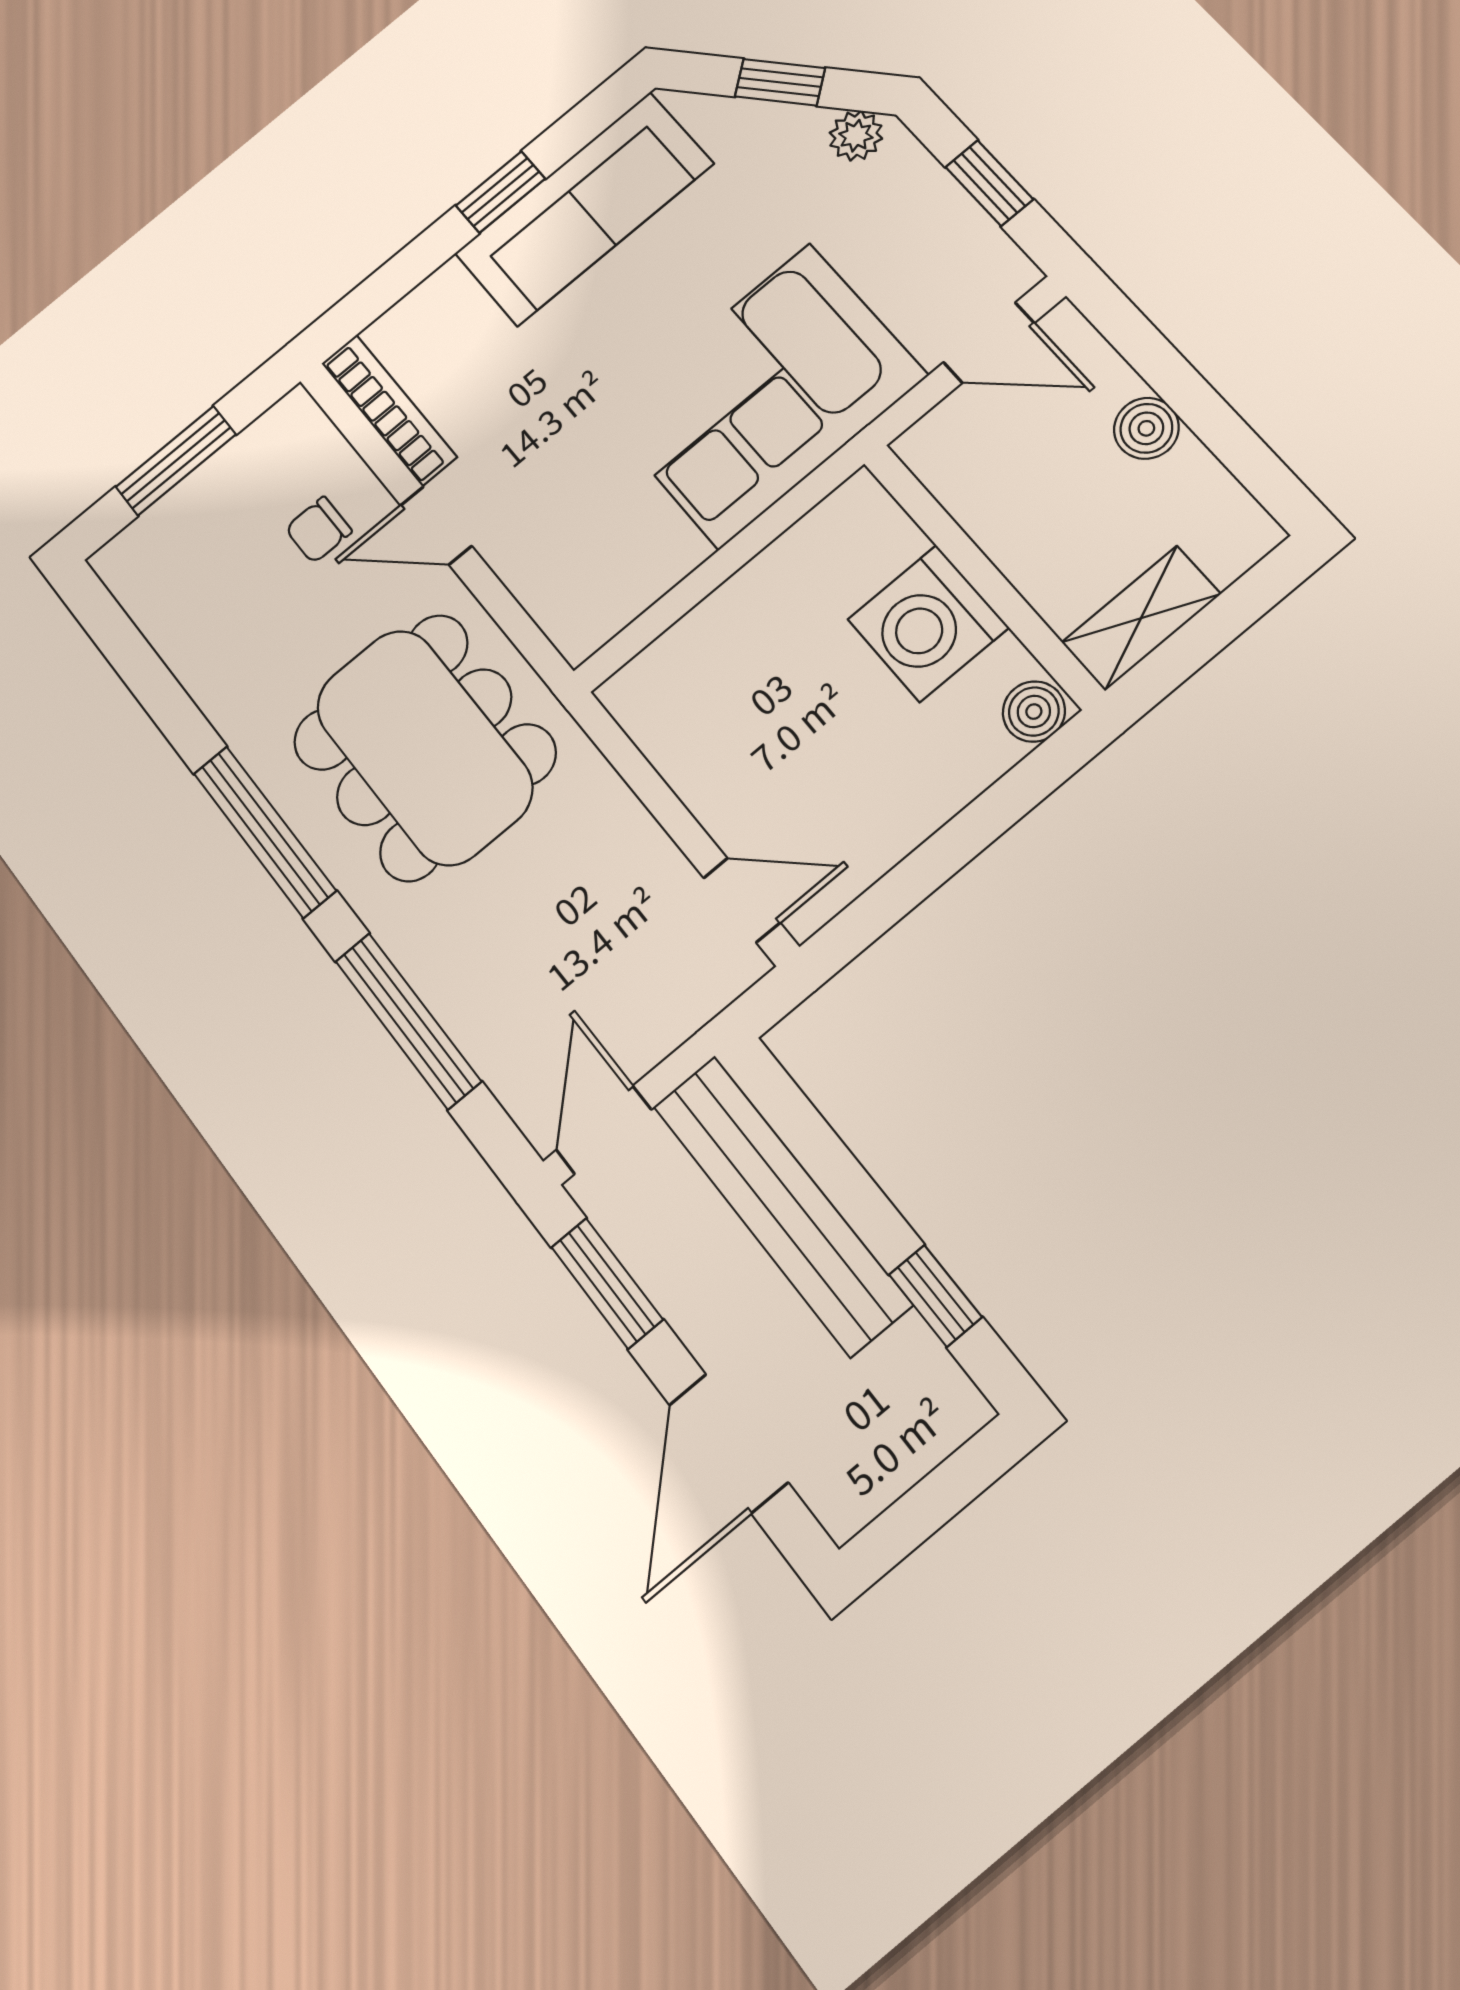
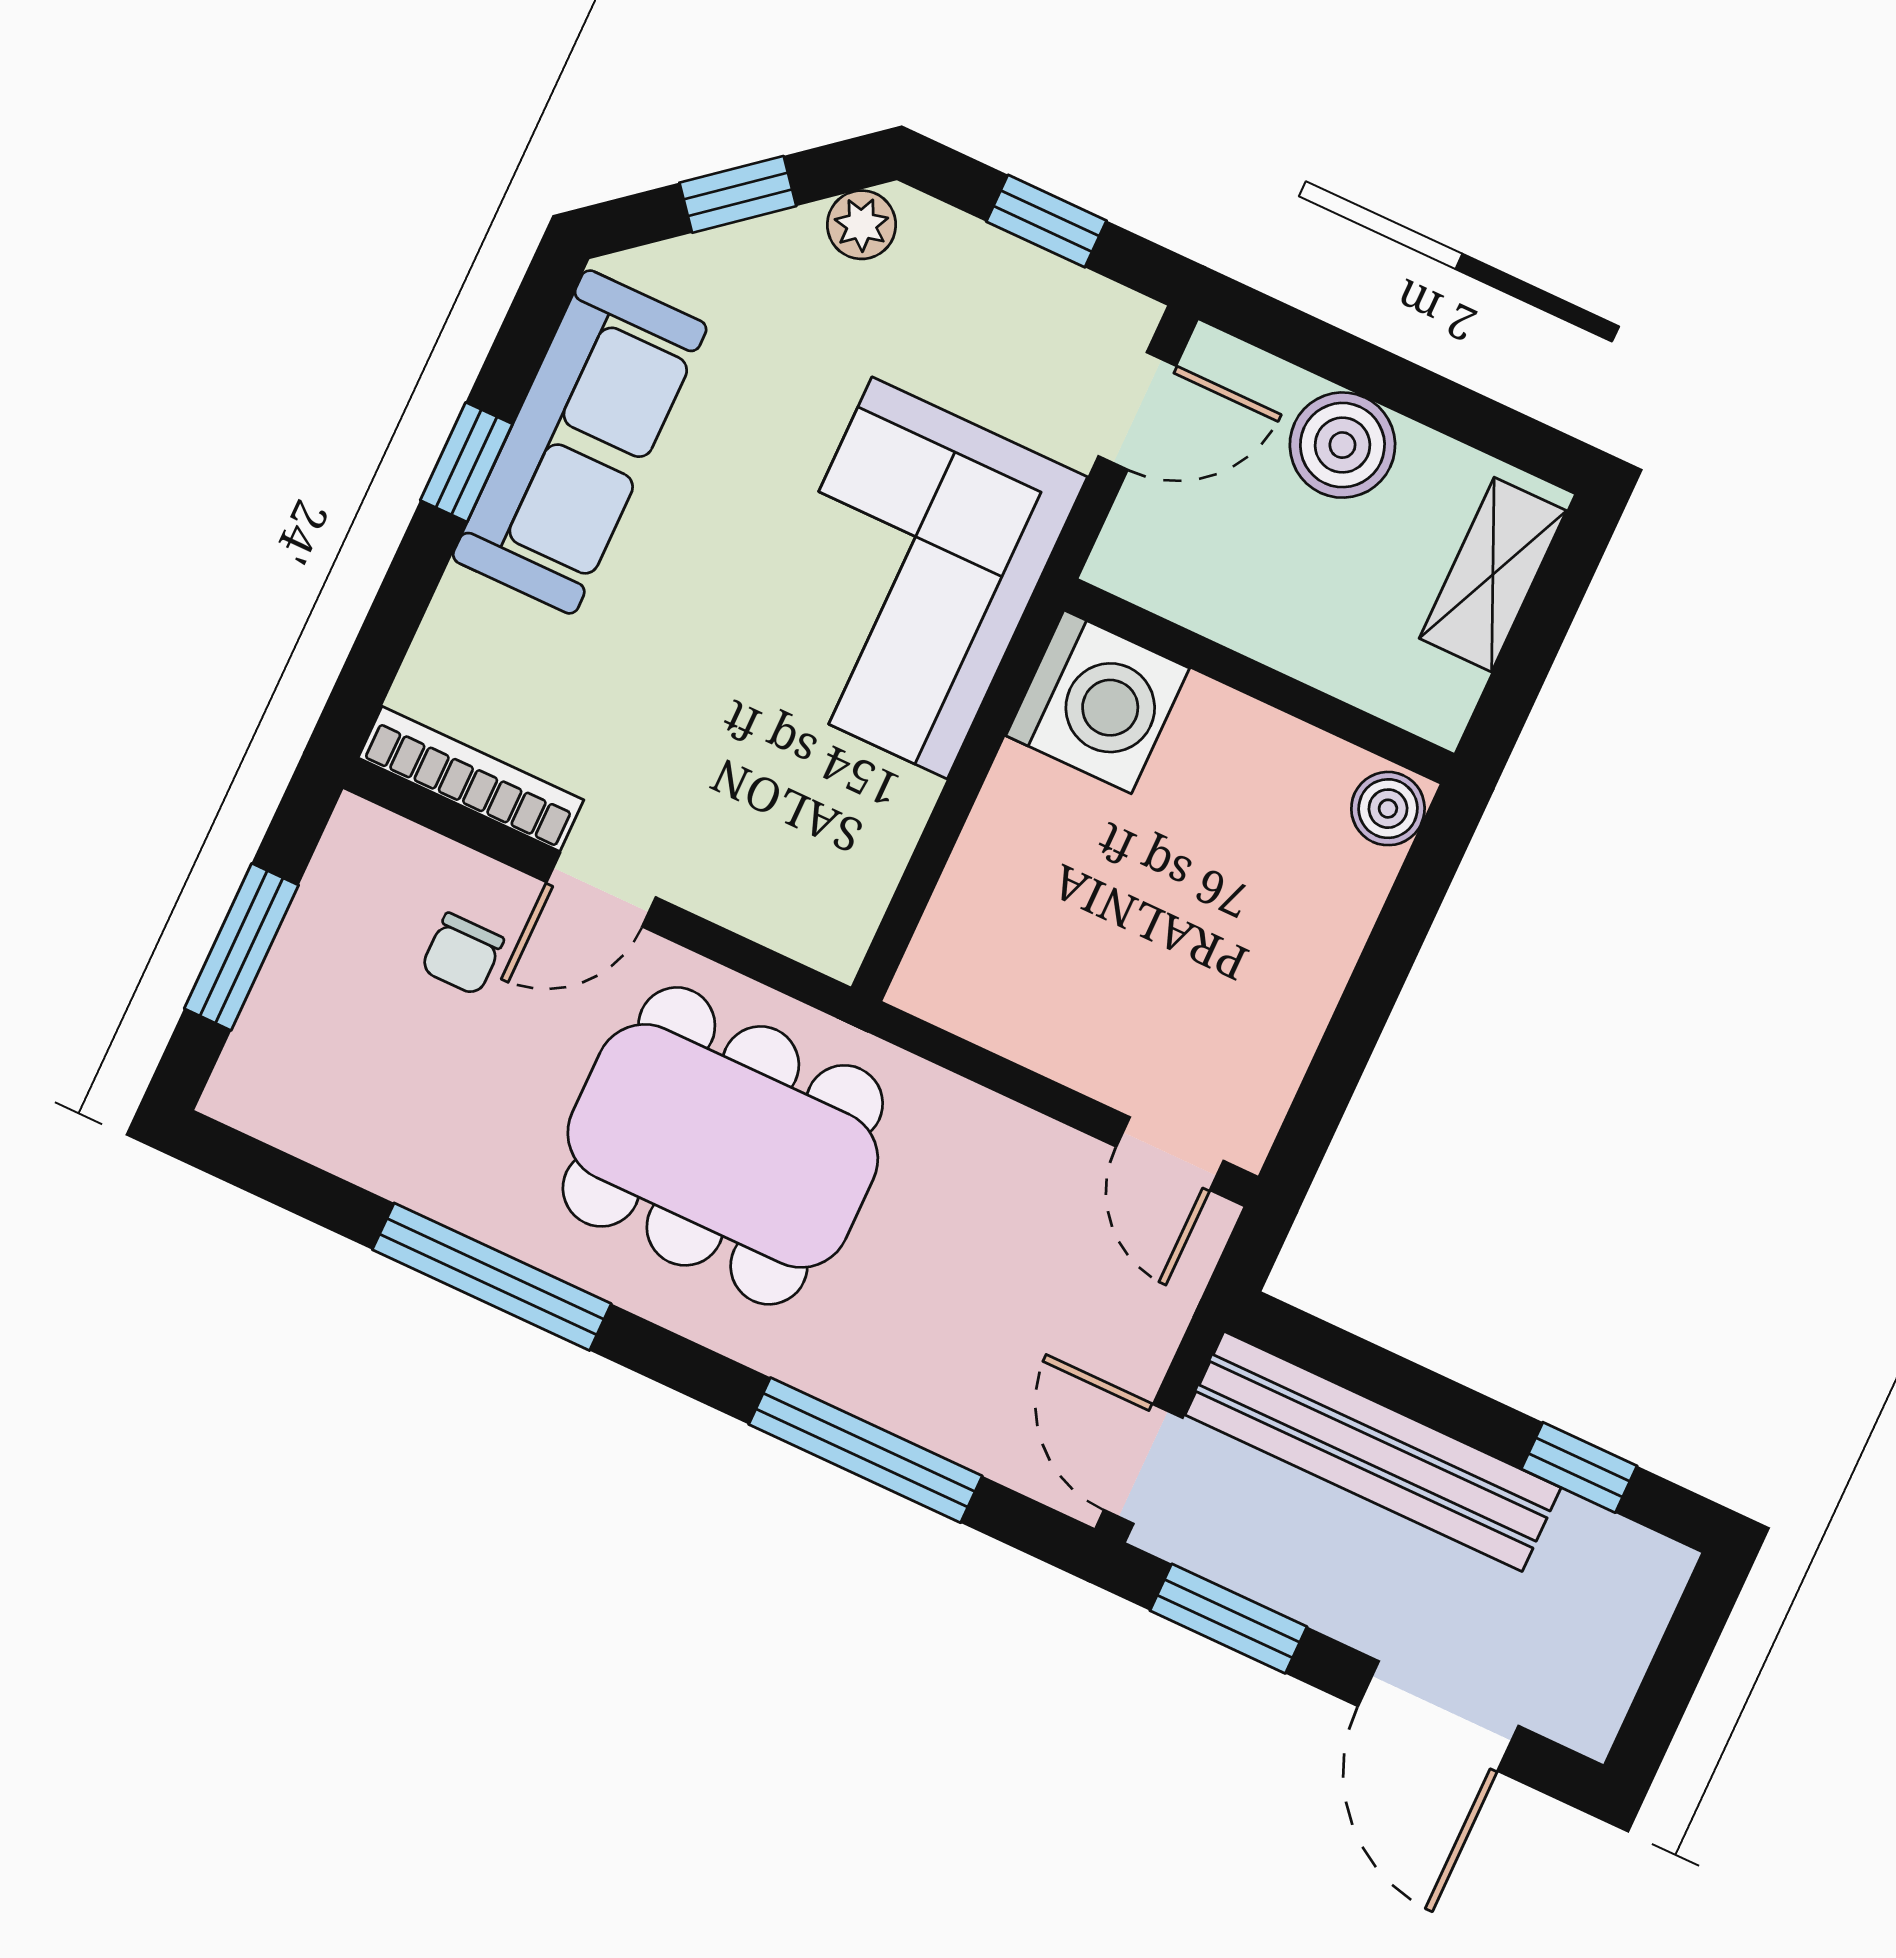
boiler: (1146, 428) -> (1342, 445), width x1.36, depth x1.36
shelving: (1141, 618) -> (1493, 575), moved
washing machine: (928, 623) -> (1098, 702), moved, turned -90
window: (265, 832) -> (492, 1277), moved
door: (742, 900) -> (1170, 1154), swing flipped

